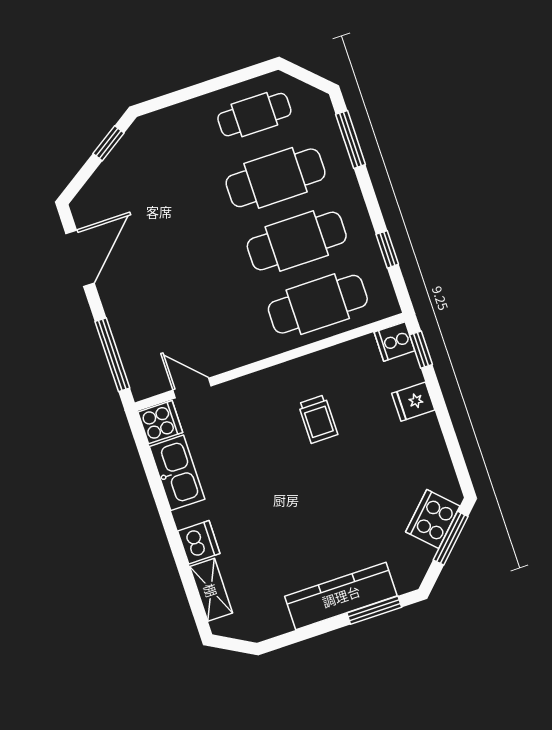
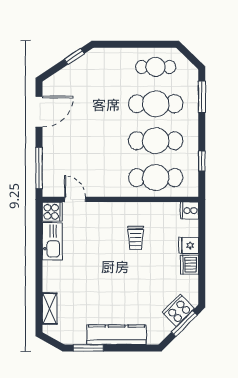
window: (421, 350) -> (202, 219), removed
dishwasher: (199, 542) -> (189, 265), moved, turned 180
window: (374, 610) -> (88, 348), moved

